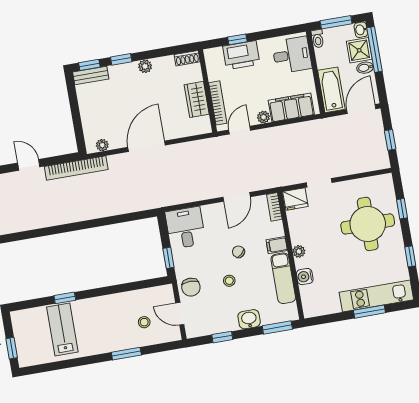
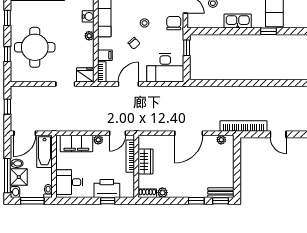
plant: (145, 66) -> (162, 193), moved
desk: (185, 228) -> (165, 68), width x1.37
filing cabinet: (277, 245) -> (105, 55), moved
kitchen sink: (108, 304) -> (238, 21), added

